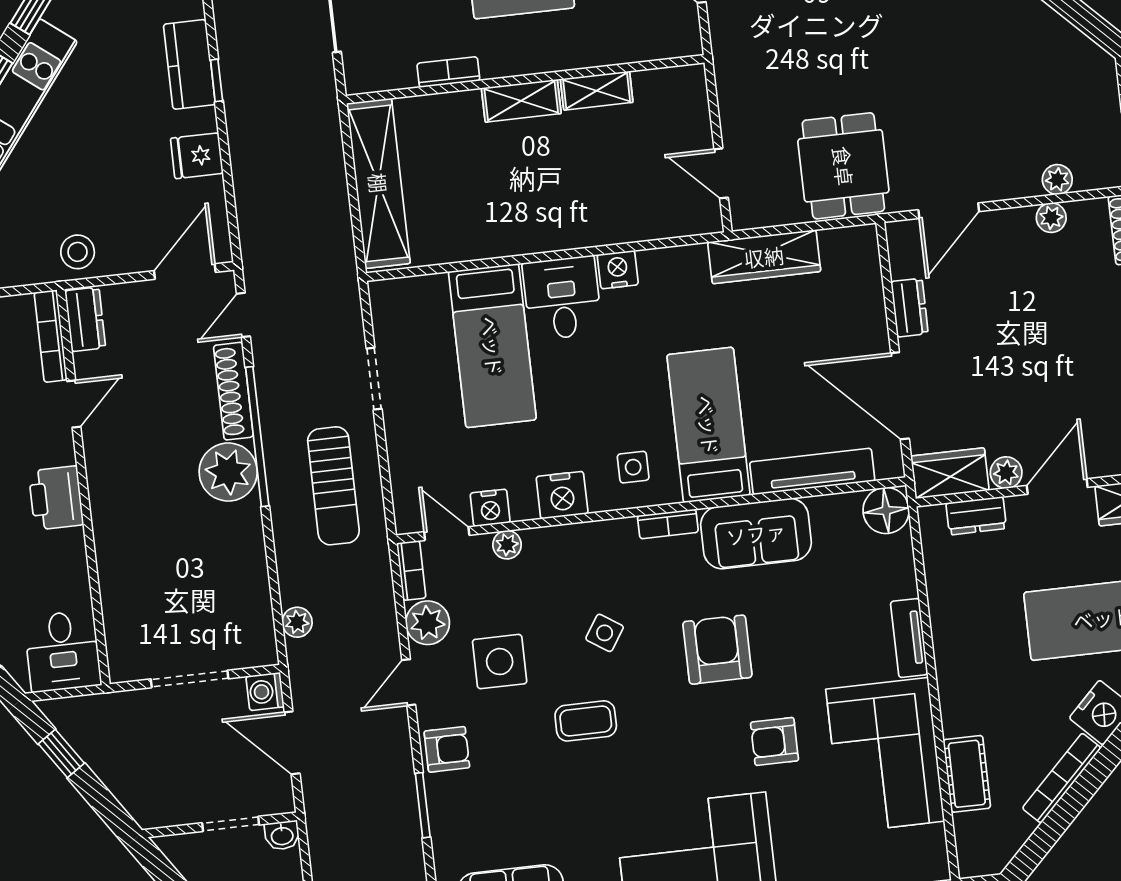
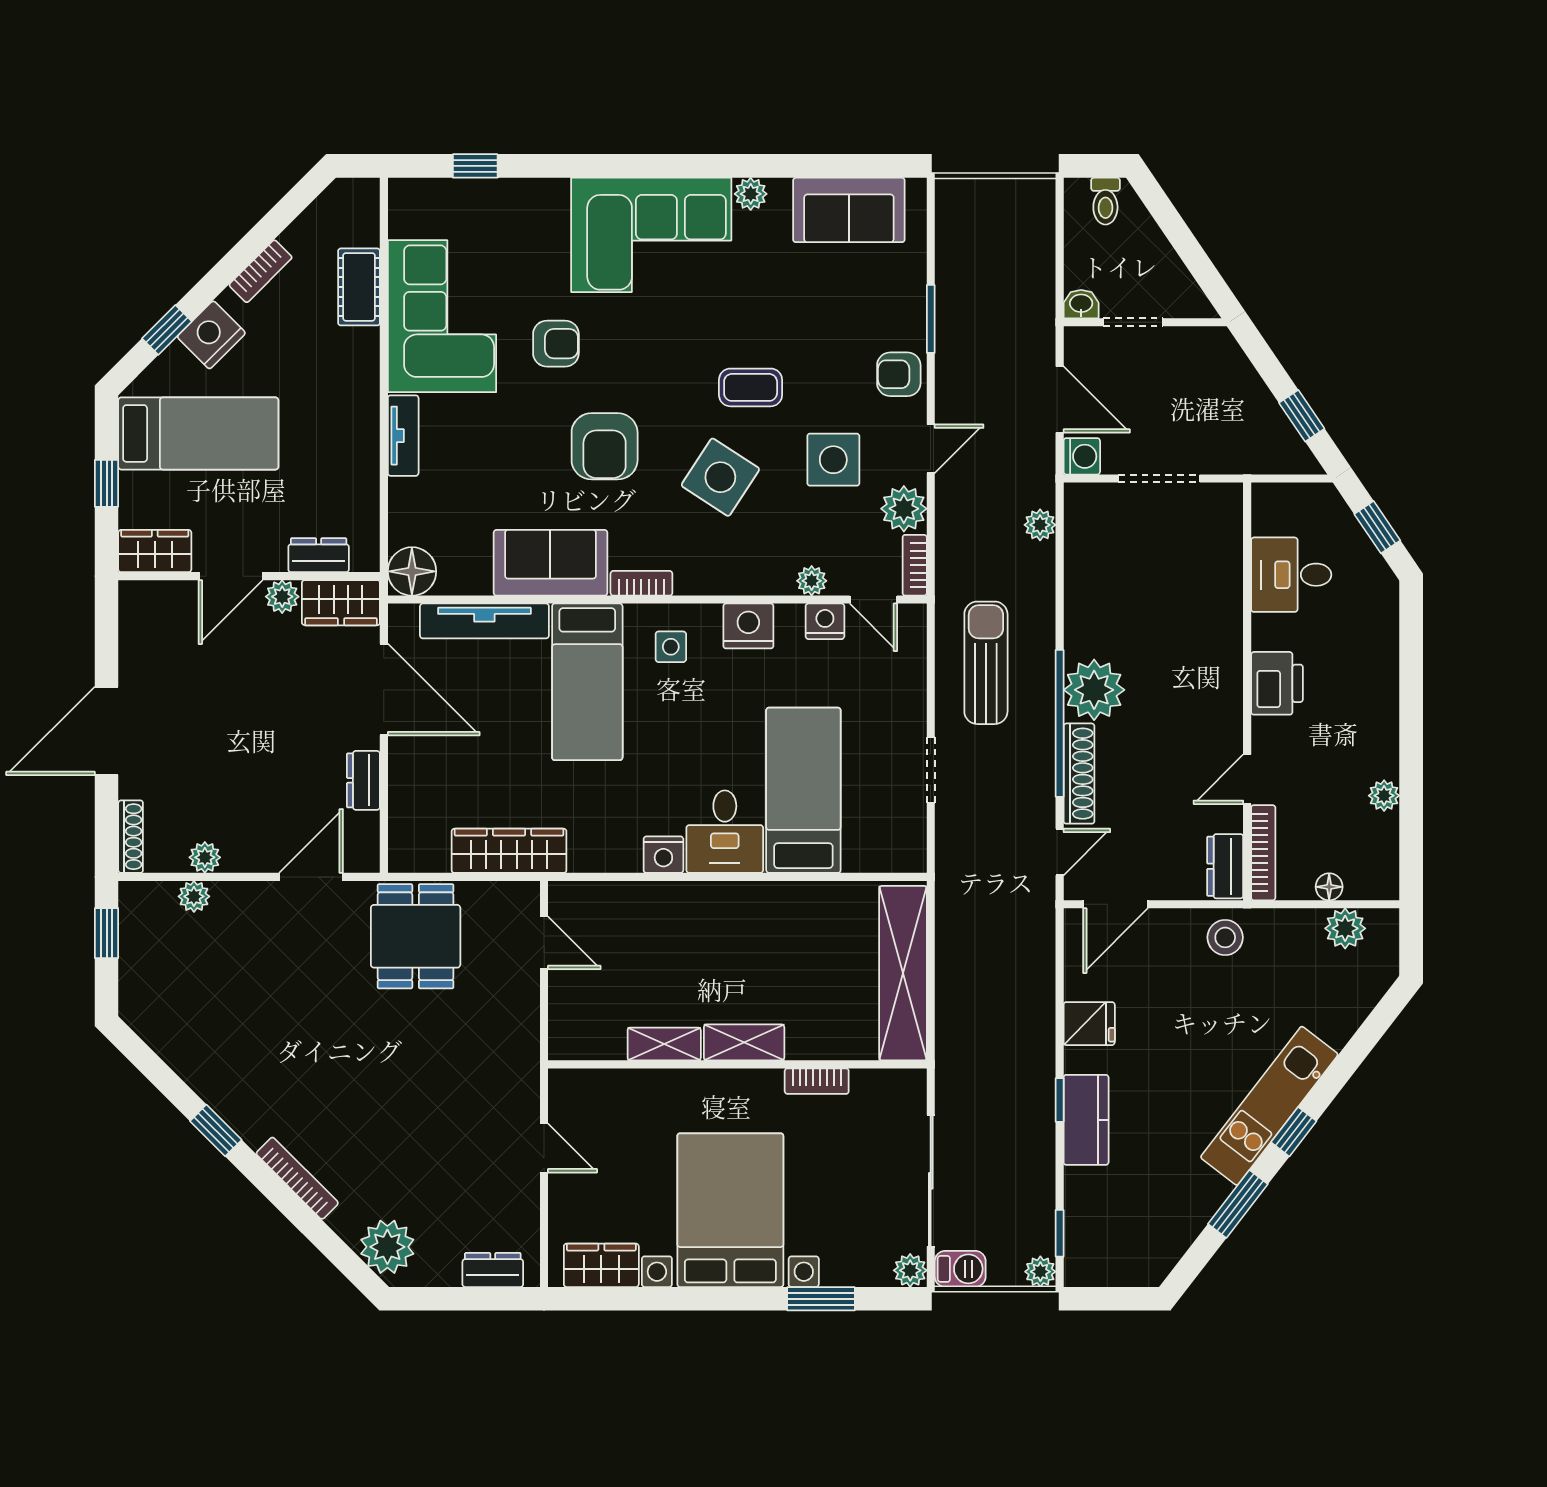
side table: (605, 633) -> (720, 477), width x1.87, depth x1.87
desk: (63, 651) -> (1291, 575), moved, turned -90
bookcase: (1062, 778) -> (261, 271), width x0.64

